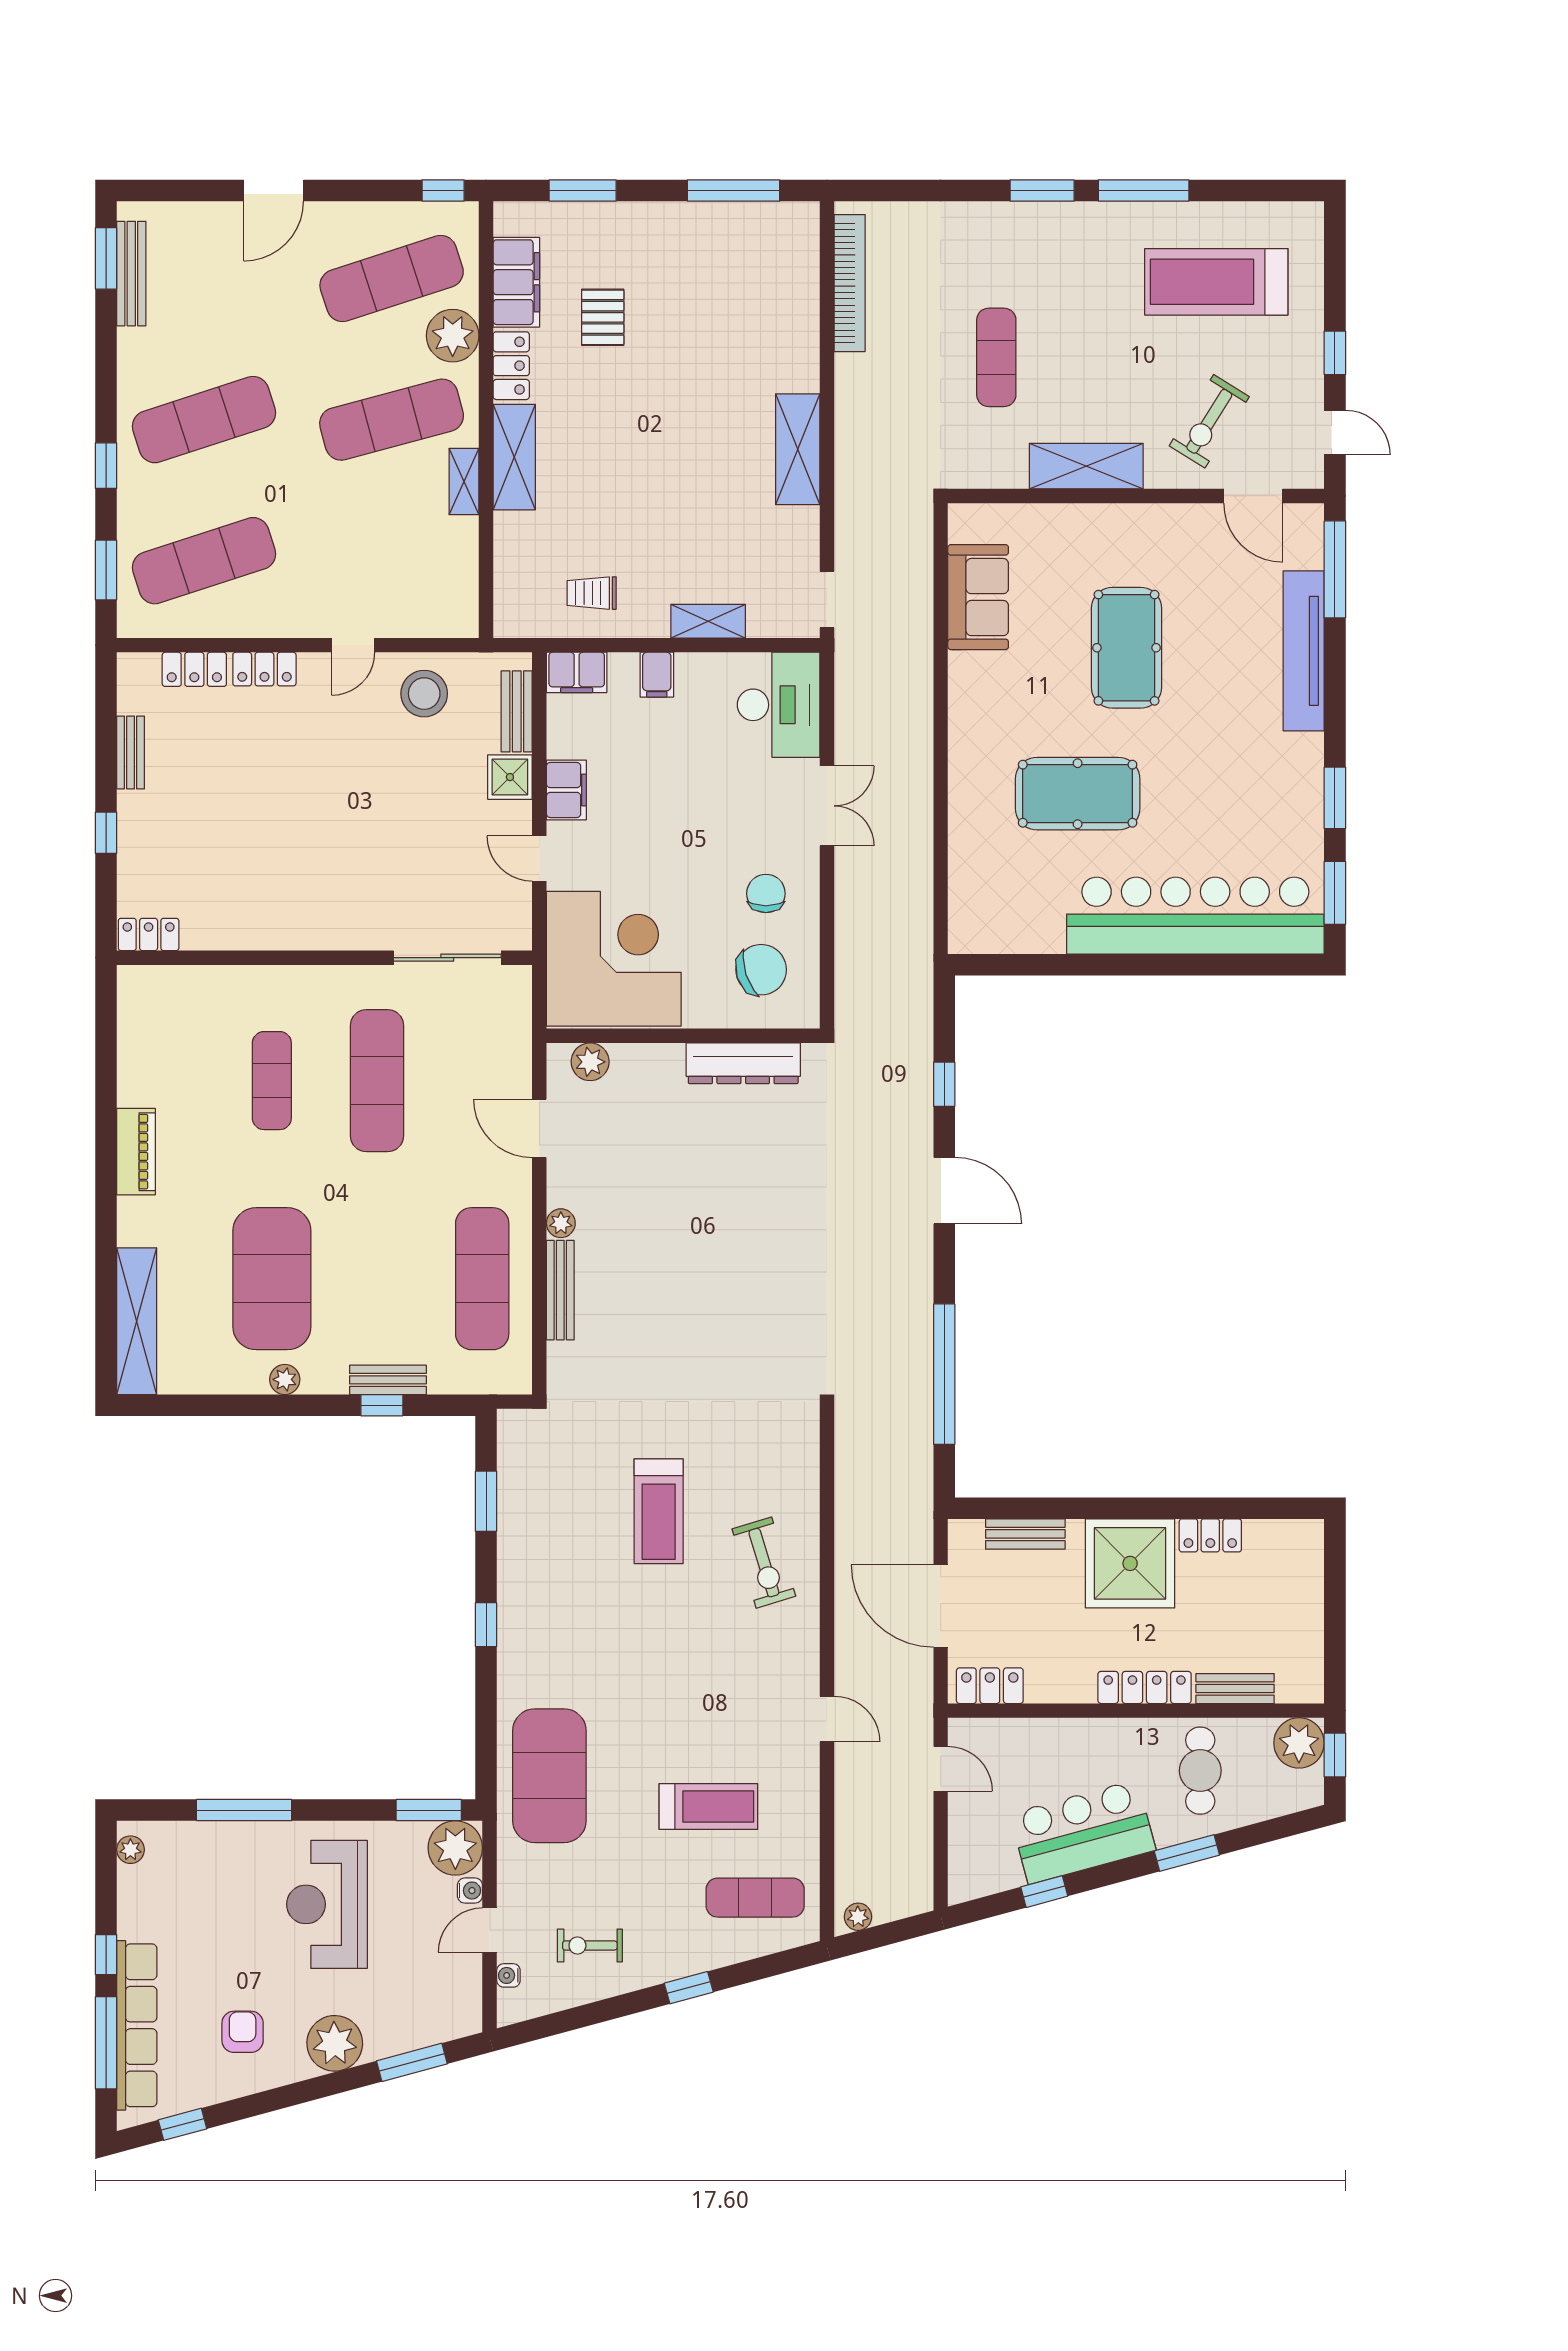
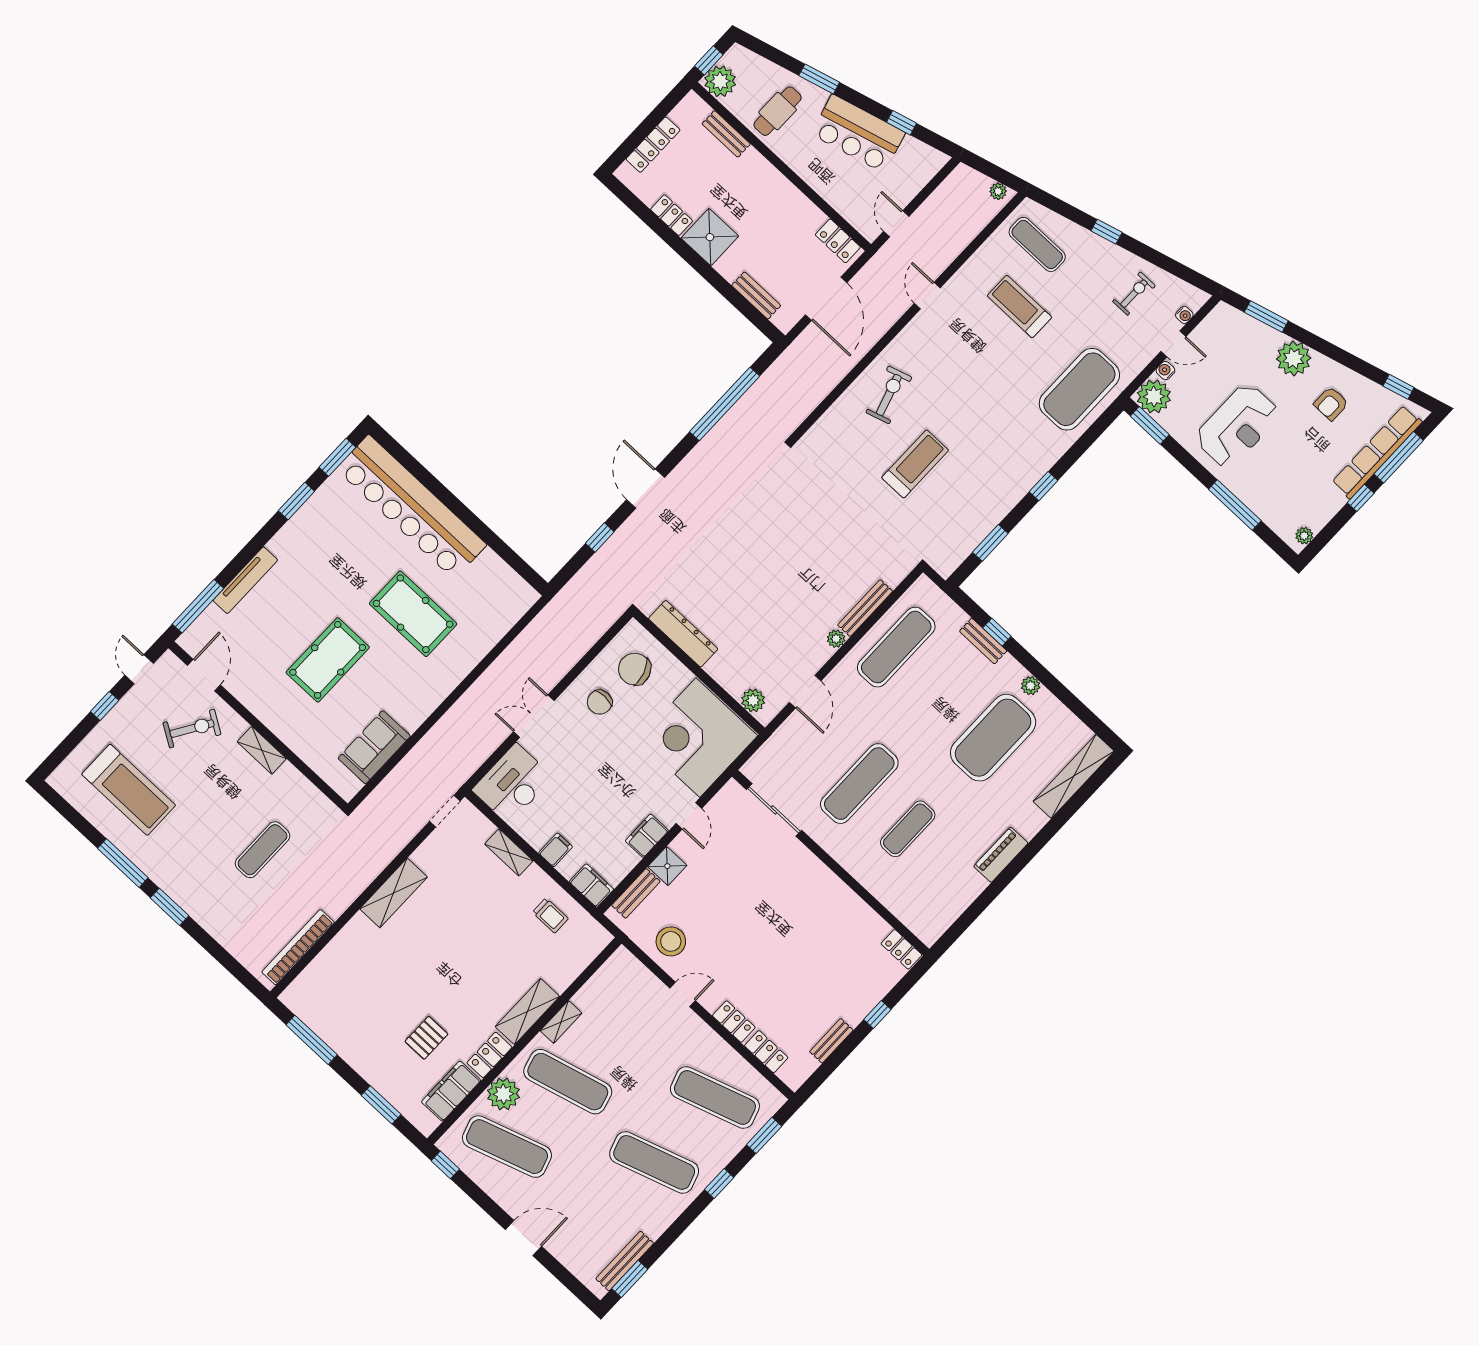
shelving: (1086, 466) -> (262, 750), width x0.67, depth x0.75
tv unit: (1304, 651) -> (245, 580), width x0.73, depth x0.78
shower: (1130, 1563) -> (710, 237), width x0.73, depth x0.73
locker: (1145, 1687) -> (653, 145), moved, turned -90
exercise bike: (590, 1945) -> (1134, 294), turned -90

